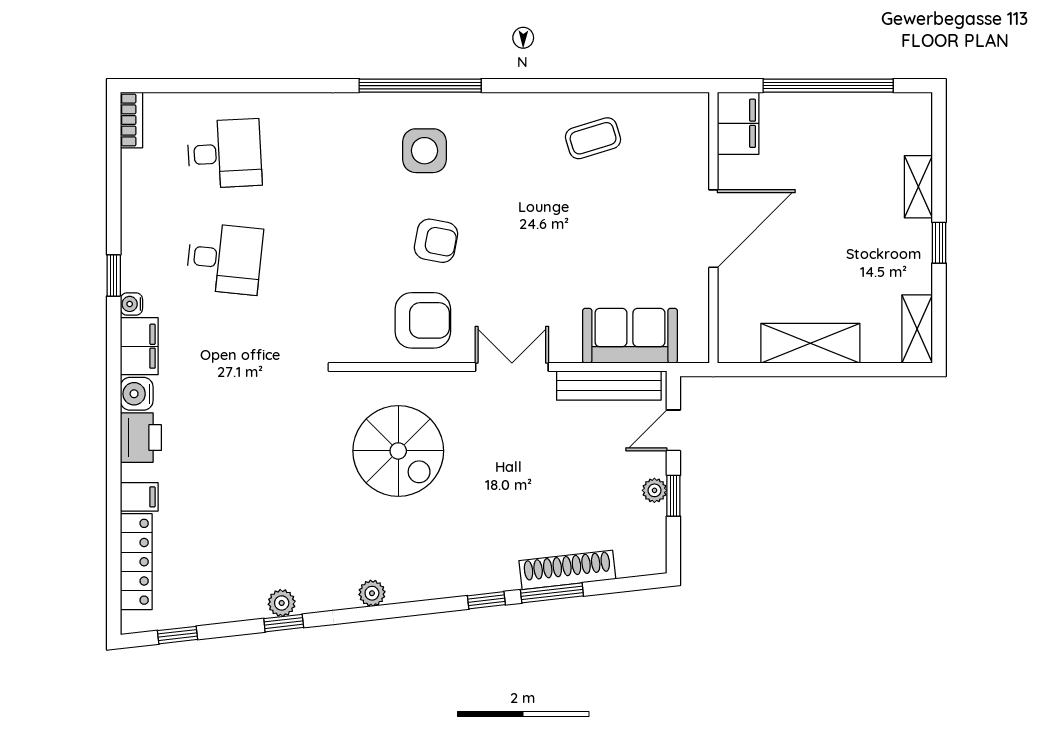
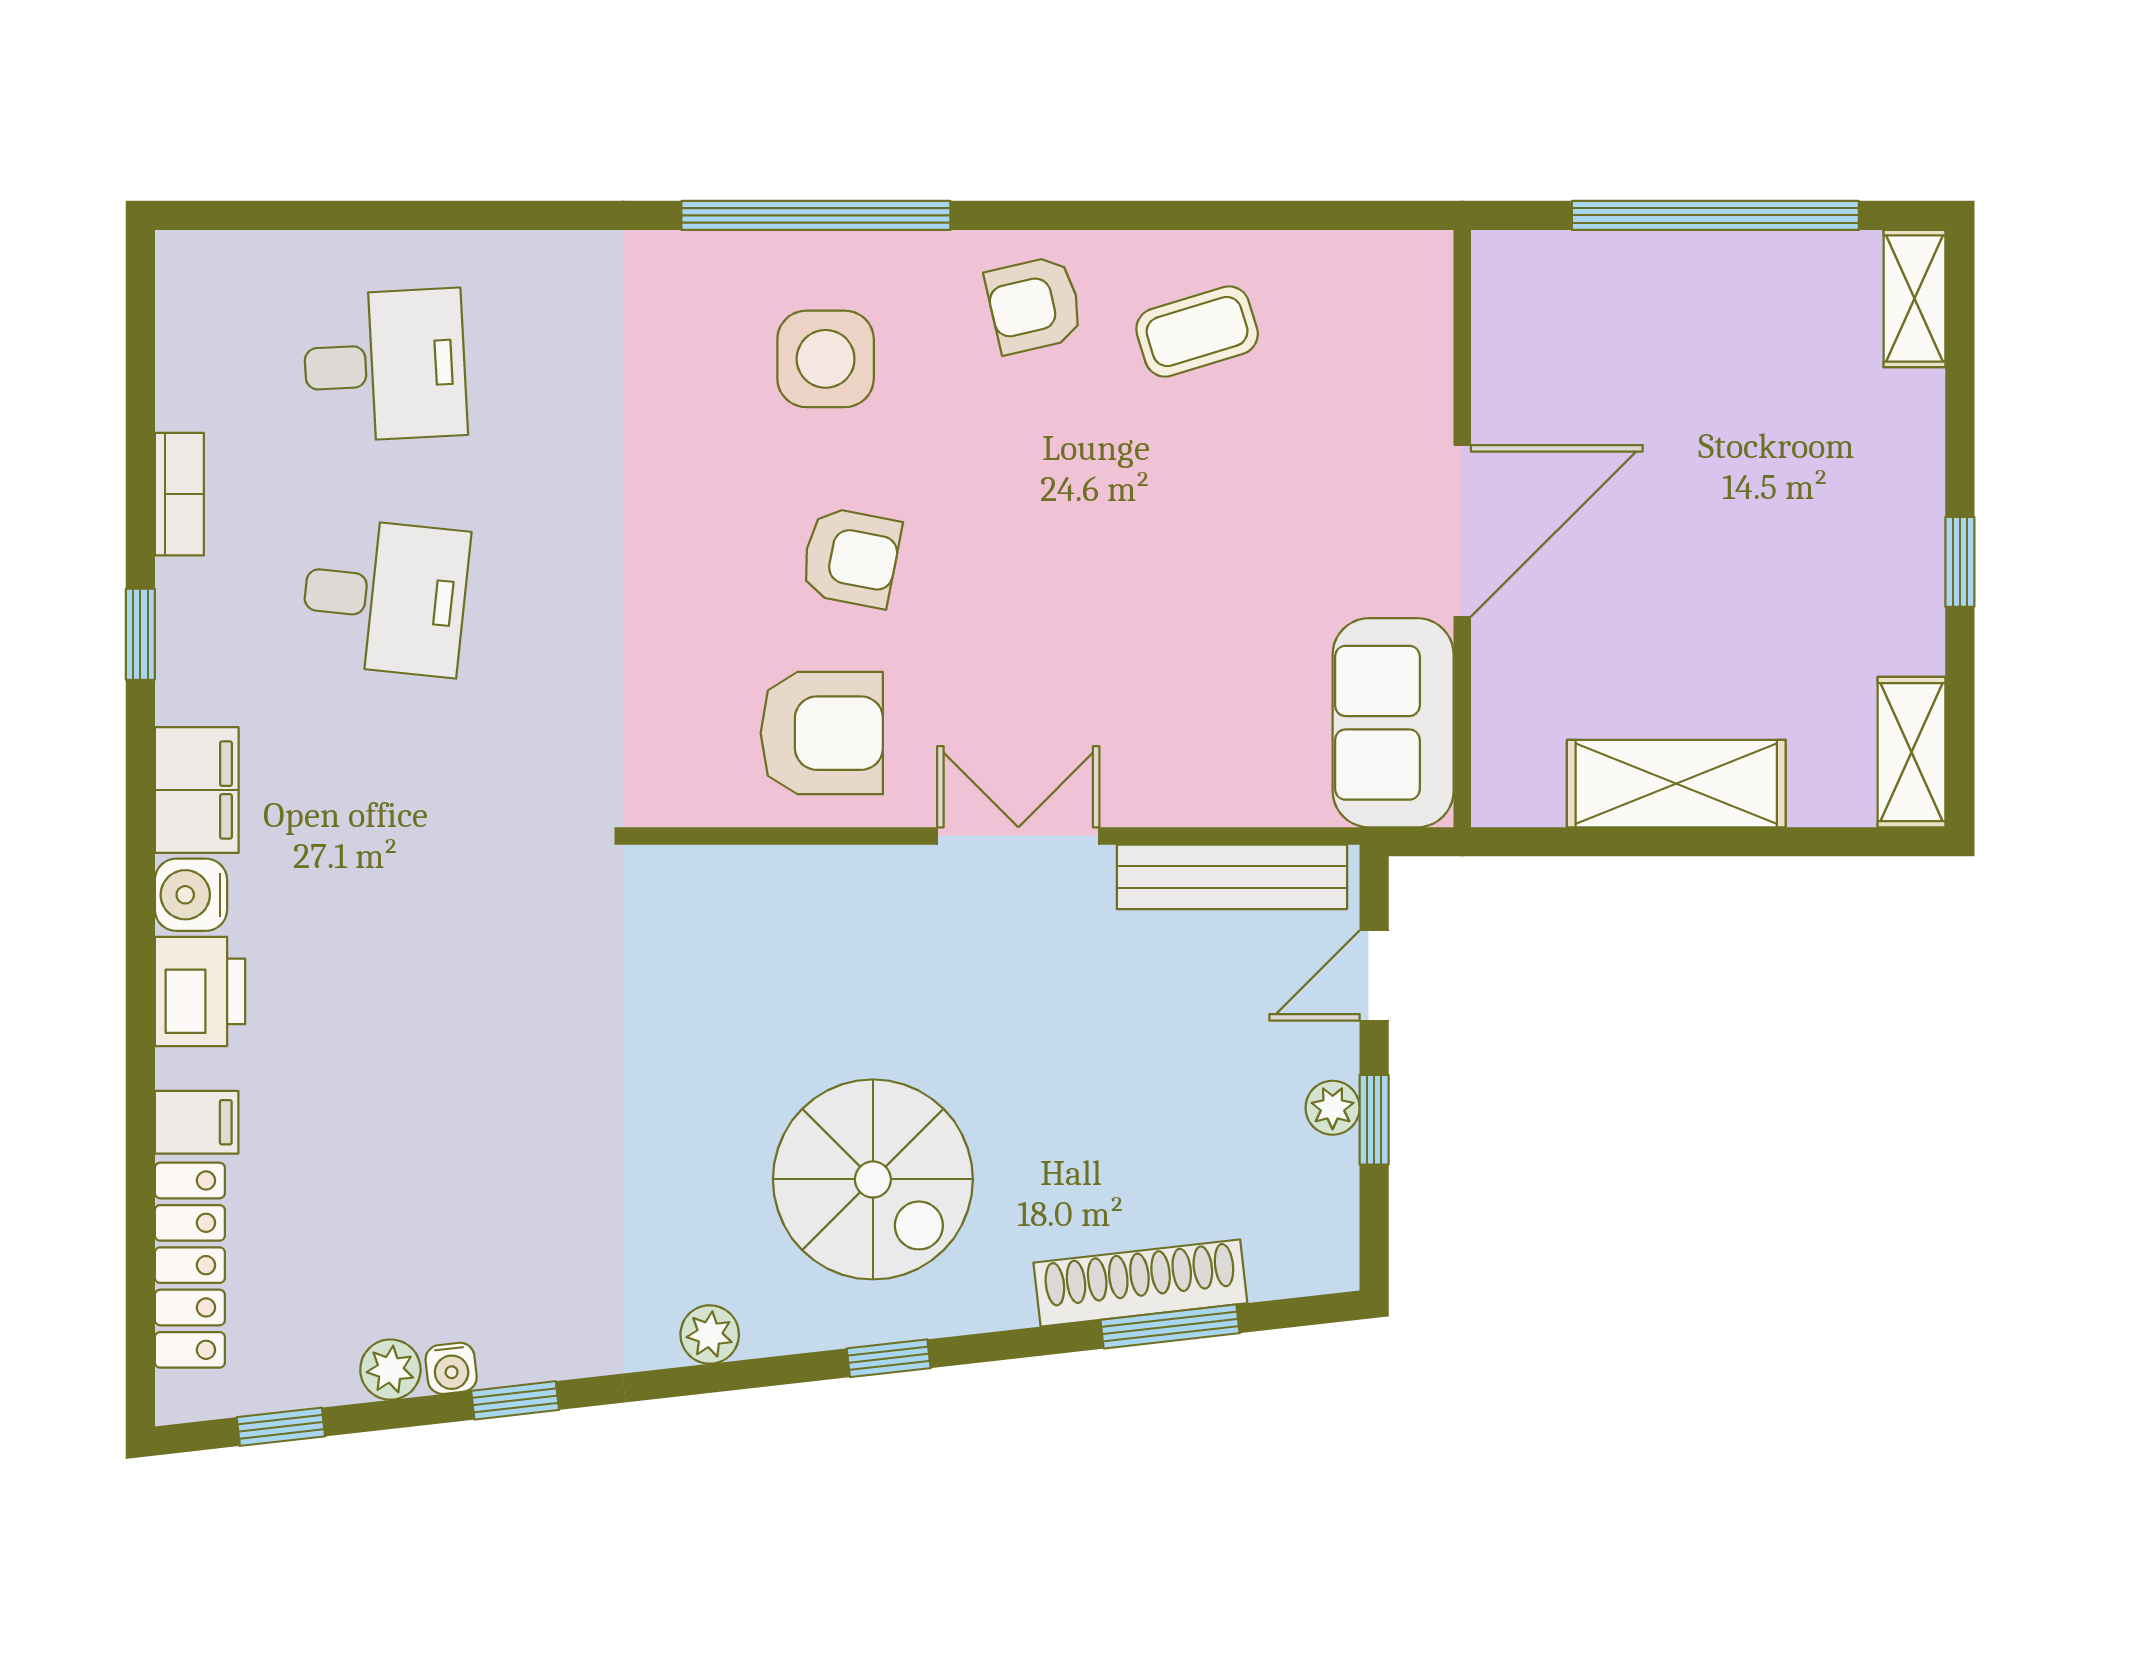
bookcase: (131, 120) -> (179, 494), moved
filing cabinet: (738, 123) -> (1517, 299), removed
armchair: (519, 126) -> (1034, 305), added
shelving: (918, 187) -> (1914, 299), moved
water cooler: (131, 304) -> (451, 1368), moved, turned -96
sofa: (630, 336) -> (1393, 723), moved, turned -90
spiral stairs: (398, 451) -> (873, 1179), moved
window: (552, 593) -> (1170, 1327), moved
window: (486, 600) -> (889, 1358), moved
plant: (282, 603) -> (390, 1370), moved

